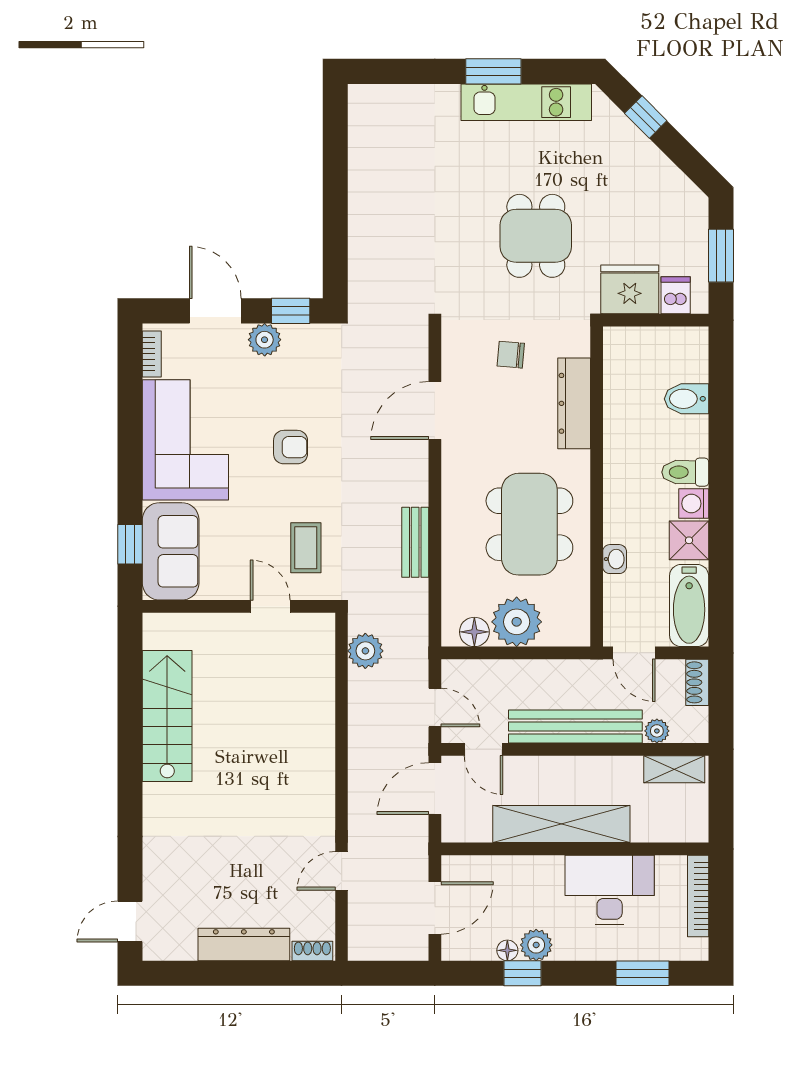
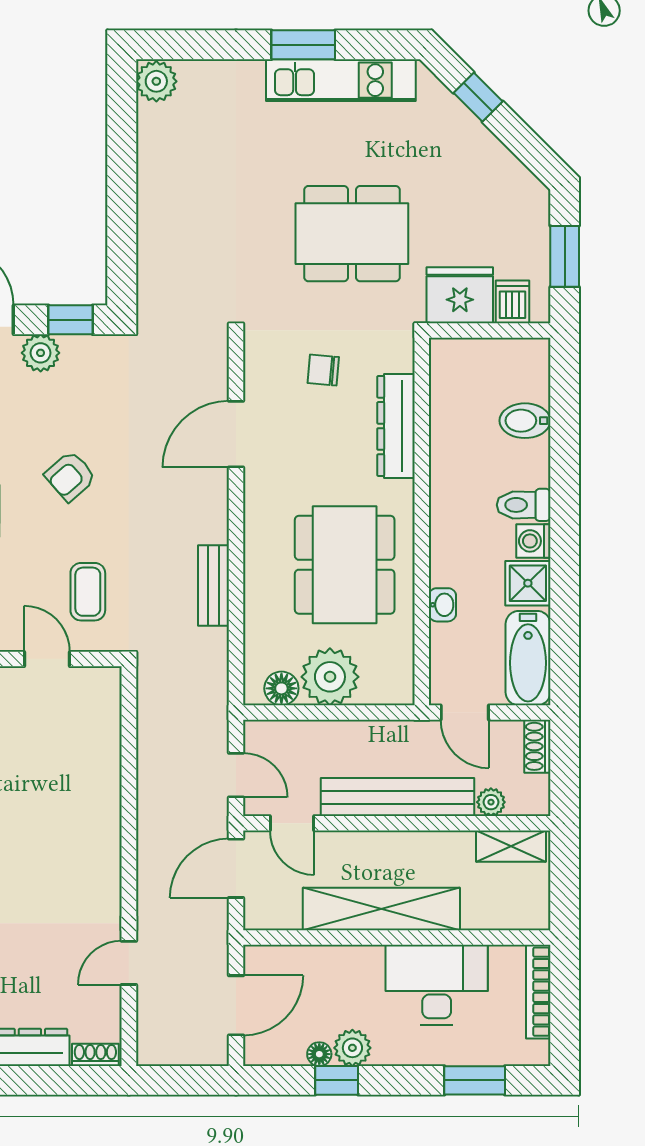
dining table: (536, 236) -> (352, 234), width x1.38
armchair: (291, 447) -> (70, 476), turned 139
plant: (365, 651) -> (156, 81), moved

